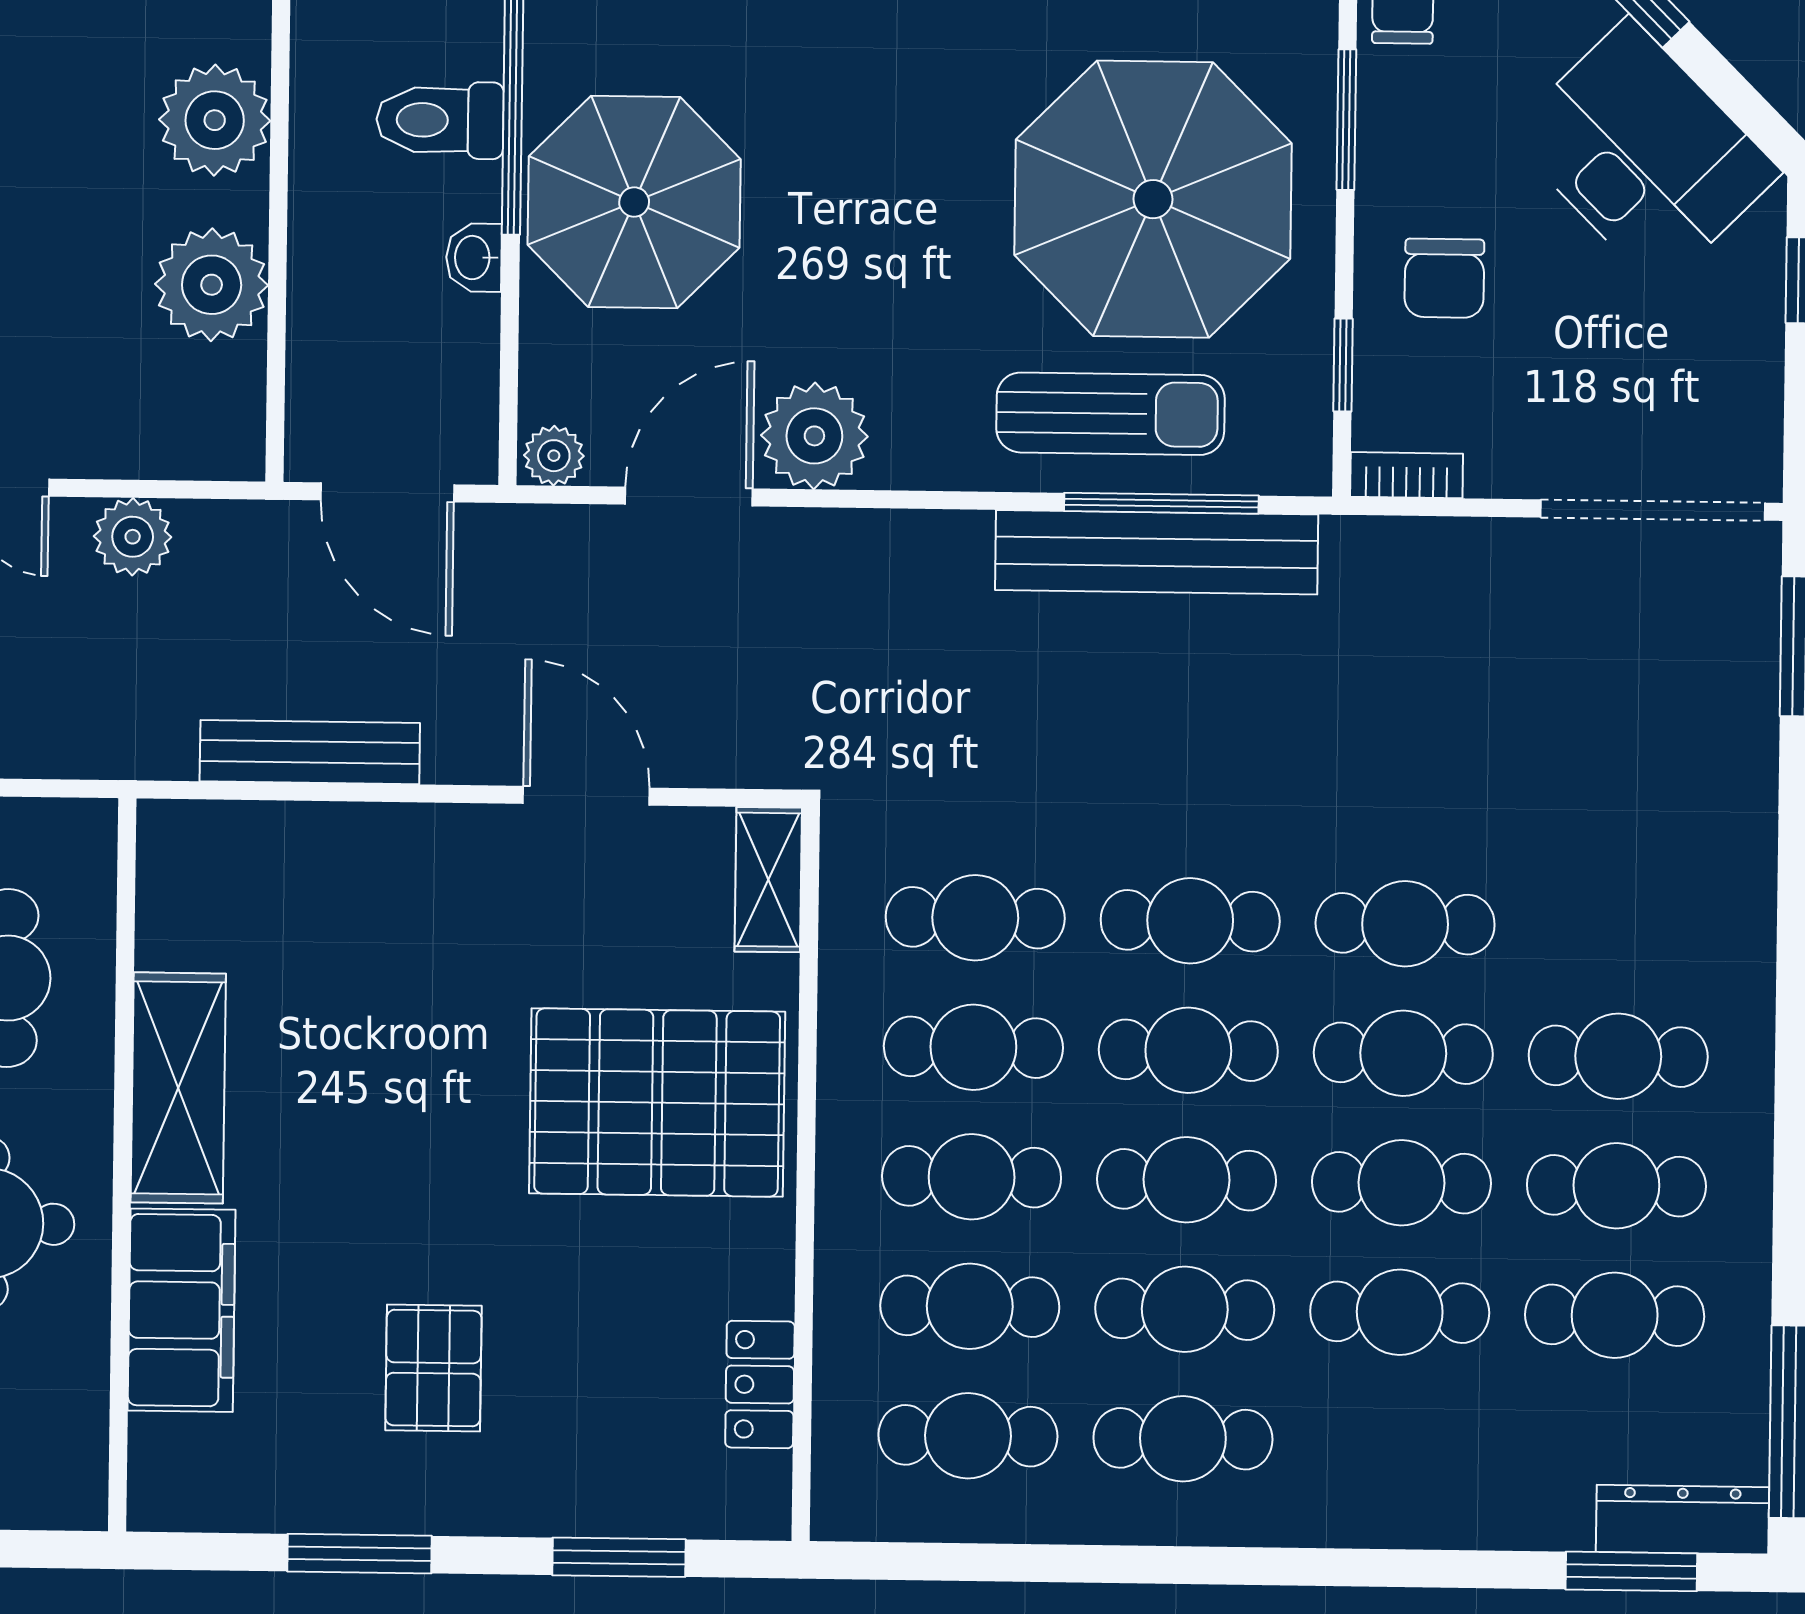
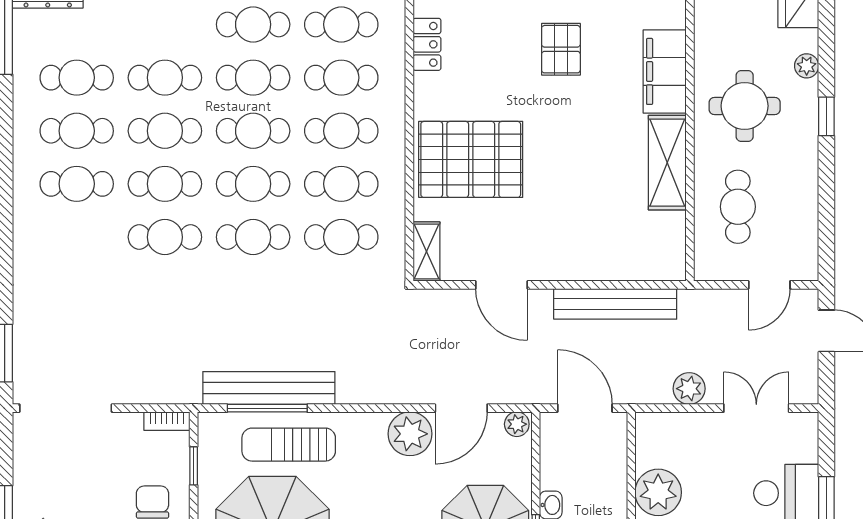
bench: (310, 752) -> (615, 304), width x1.37, depth x1.21

